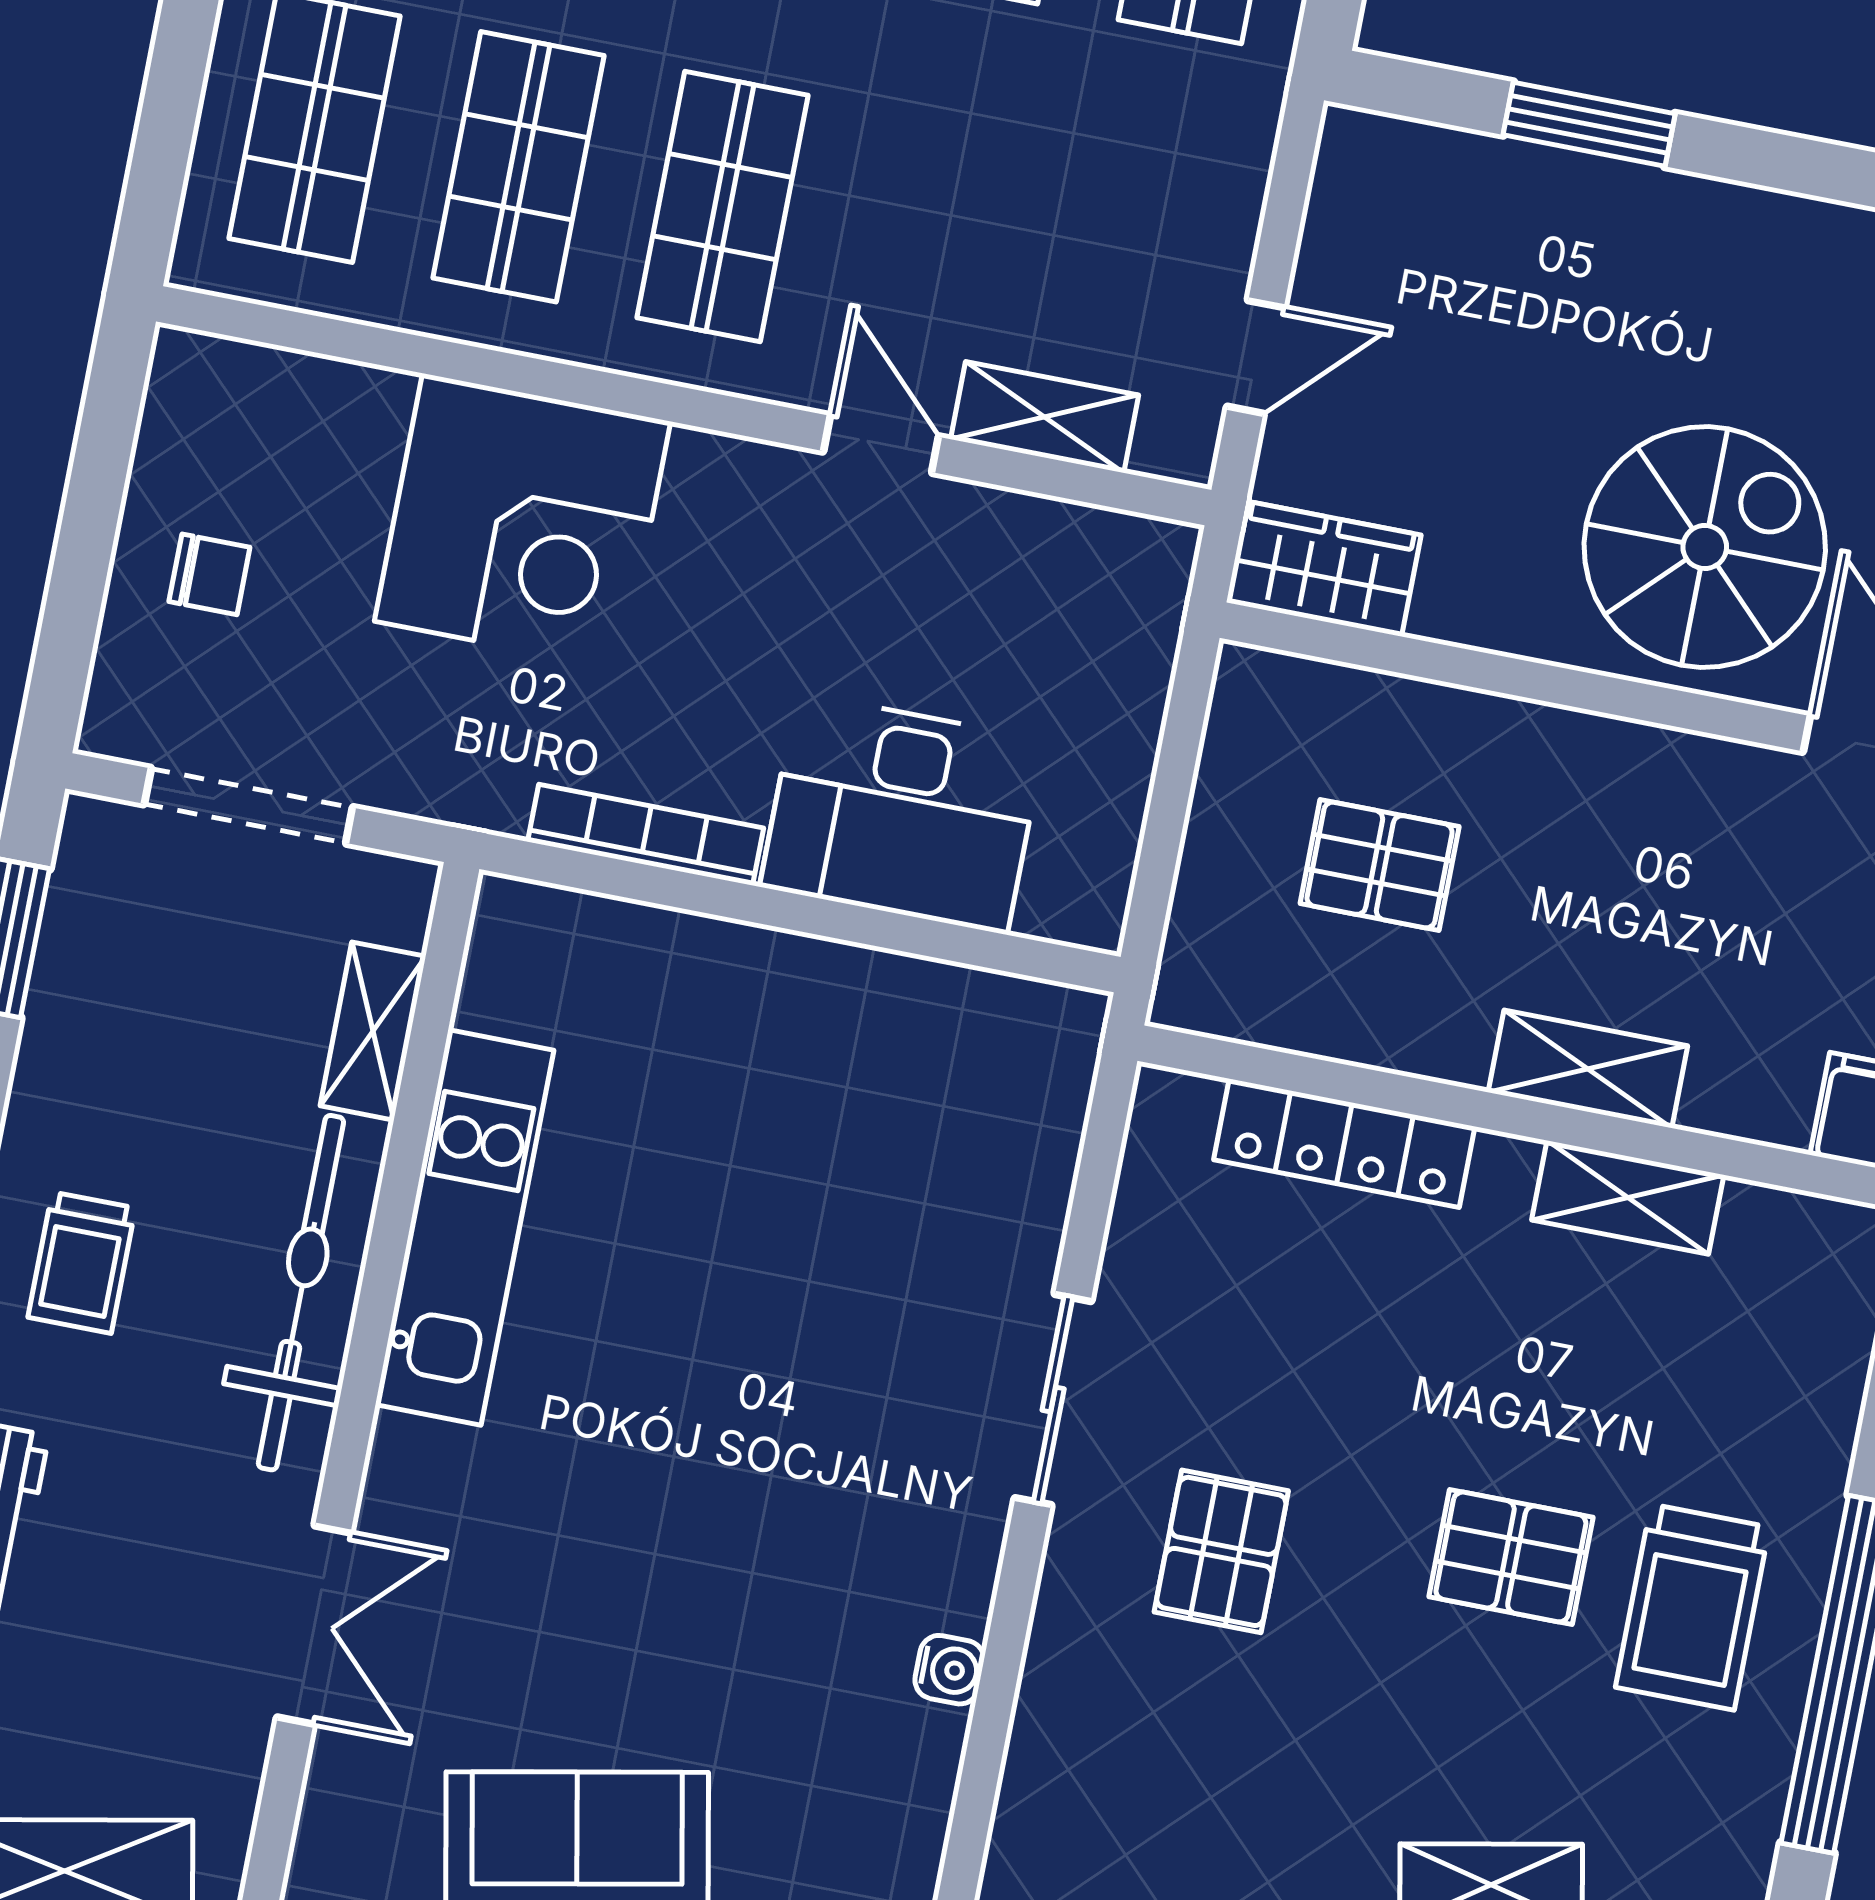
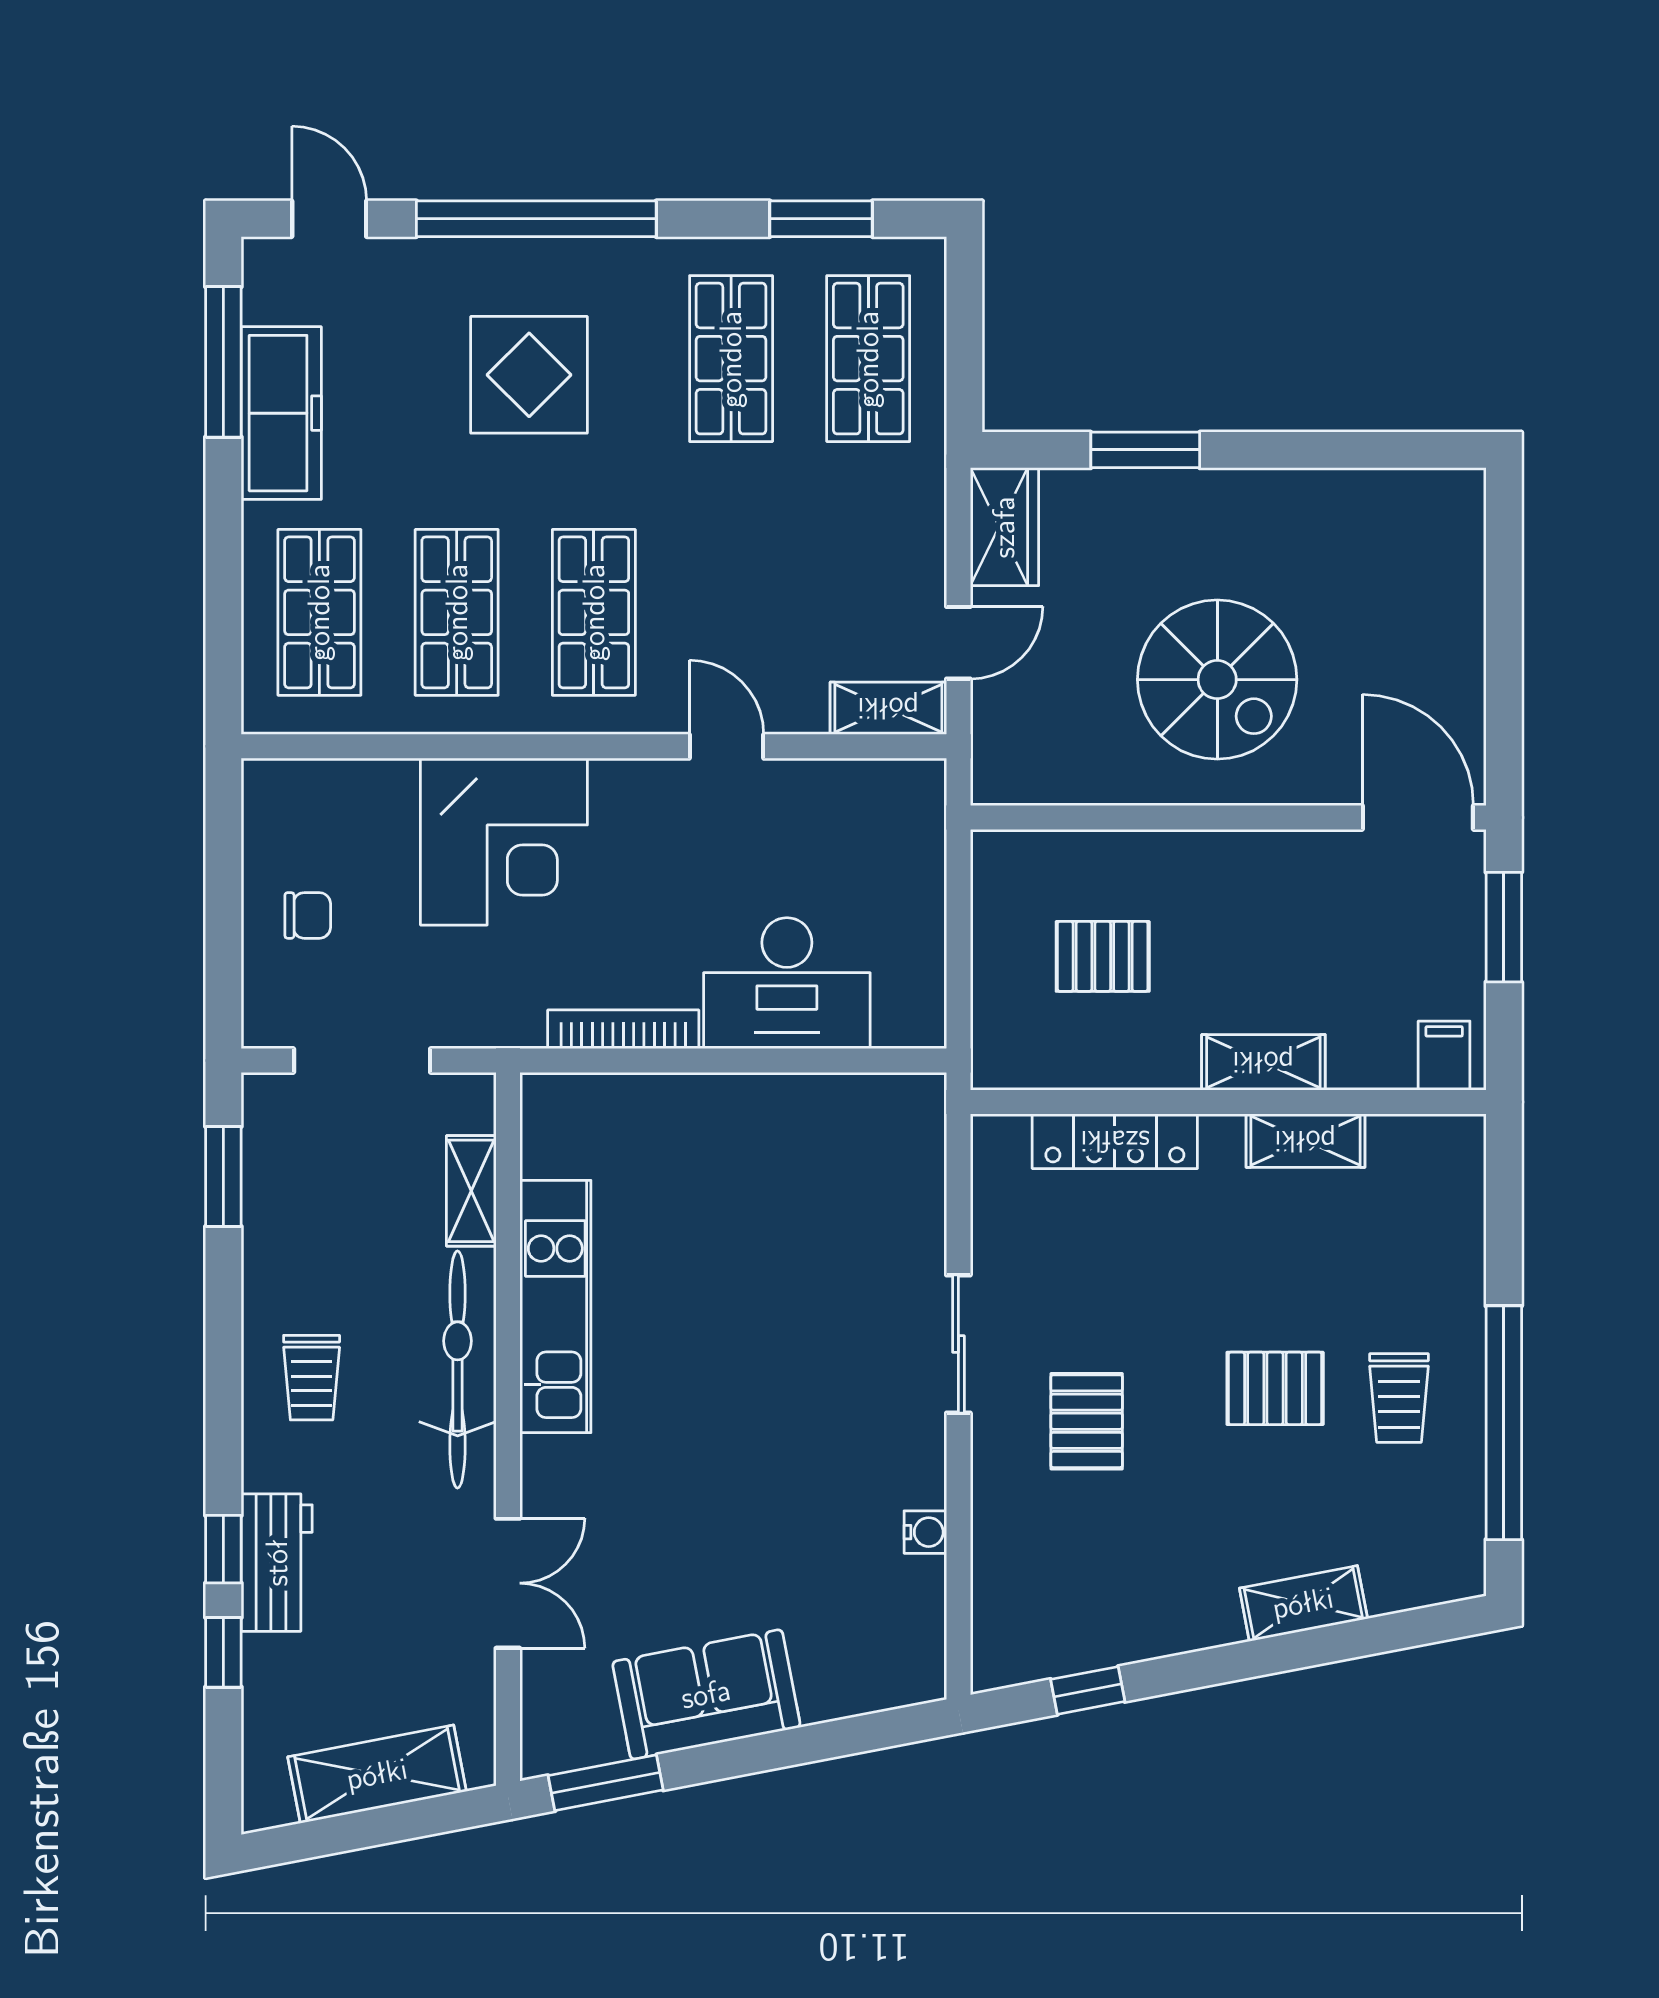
shelving: (1045, 417) -> (888, 708), moved
spiral stairs: (1705, 547) -> (1217, 680), moved, turned 90
wardrobe: (1324, 569) -> (1004, 527), moved, turned 90
trolley: (1693, 1607) -> (1399, 1398), width x0.73, depth x0.72

